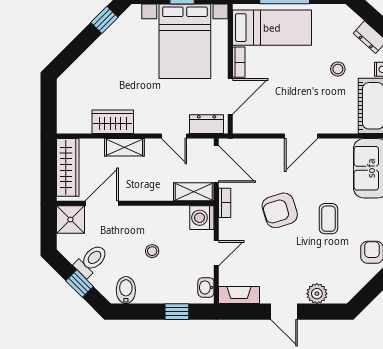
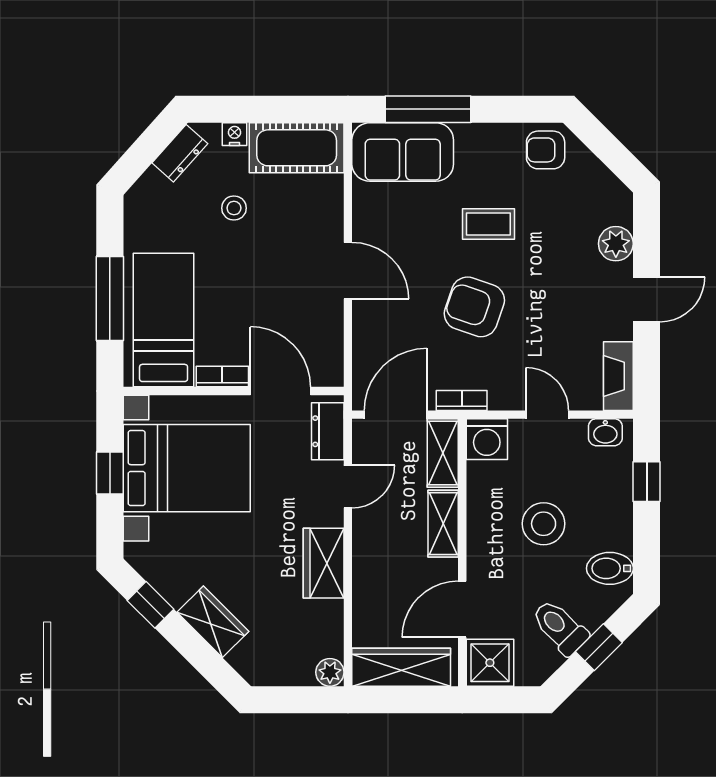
wardrobe: (94, 57) -> (213, 622), added
wardrobe: (113, 122) -> (324, 563), moved
plant: (65, 125) -> (330, 672), added
shelving: (124, 147) -> (443, 524), moved
door: (102, 203) -> (462, 609), hinge flipped
armchair: (280, 210) -> (474, 307), turned 126
stool: (152, 251) -> (544, 524), width x1.89, depth x1.89

